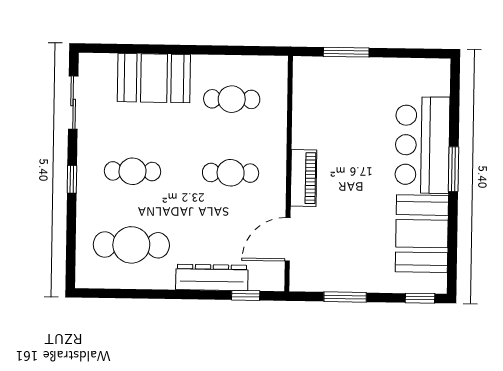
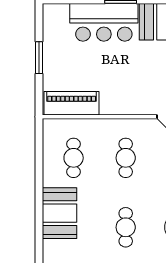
window: (346, 52) -> (39, 58), moved
piano: (304, 178) -> (72, 103), moved, width x1.37, depth x1.33

